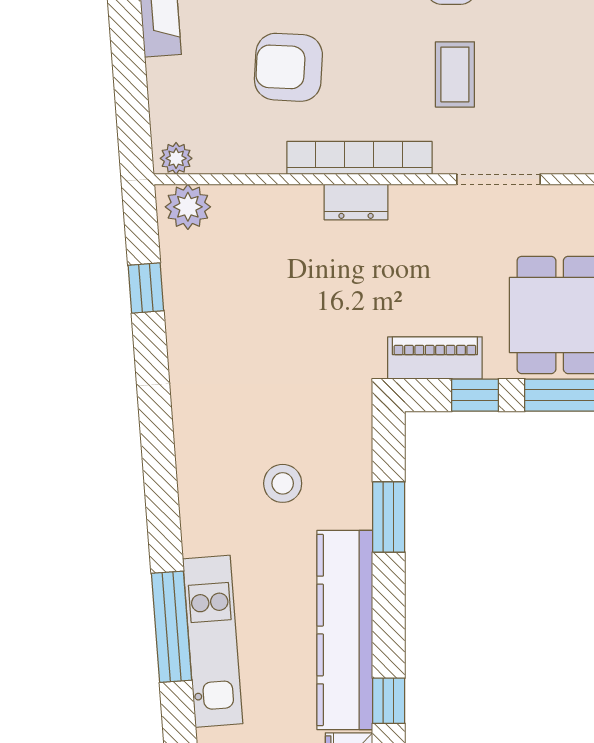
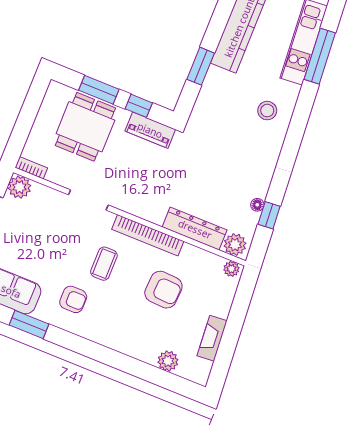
coffee table: (455, 74) -> (104, 264), moved
dresser: (356, 202) -> (195, 229), moved, width x1.96, depth x1.24
floor lamp: (176, 299) -> (257, 205), added
stool: (283, 483) -> (267, 111), moved

